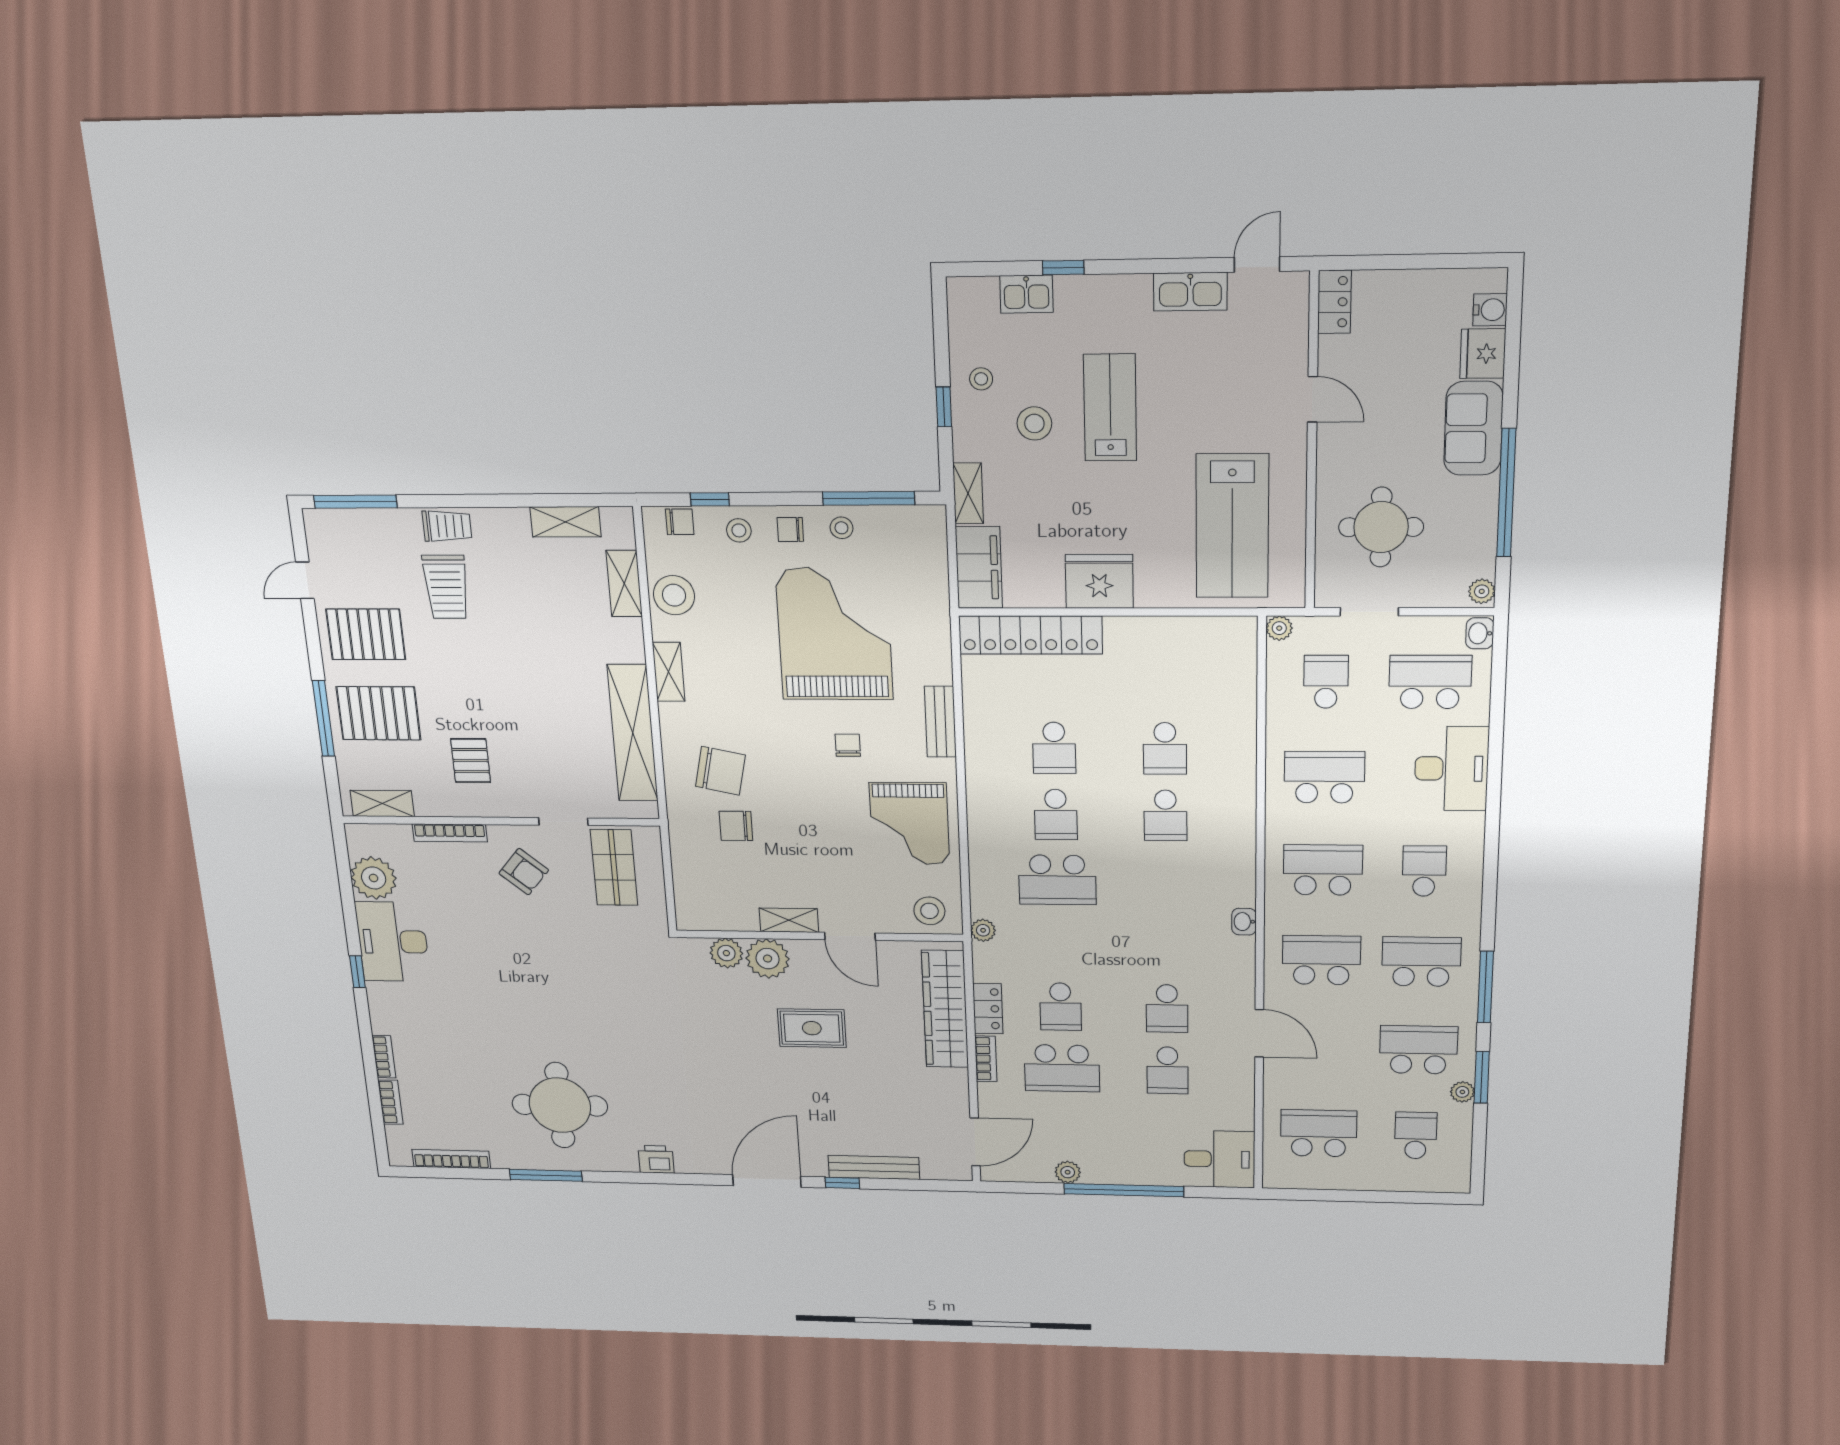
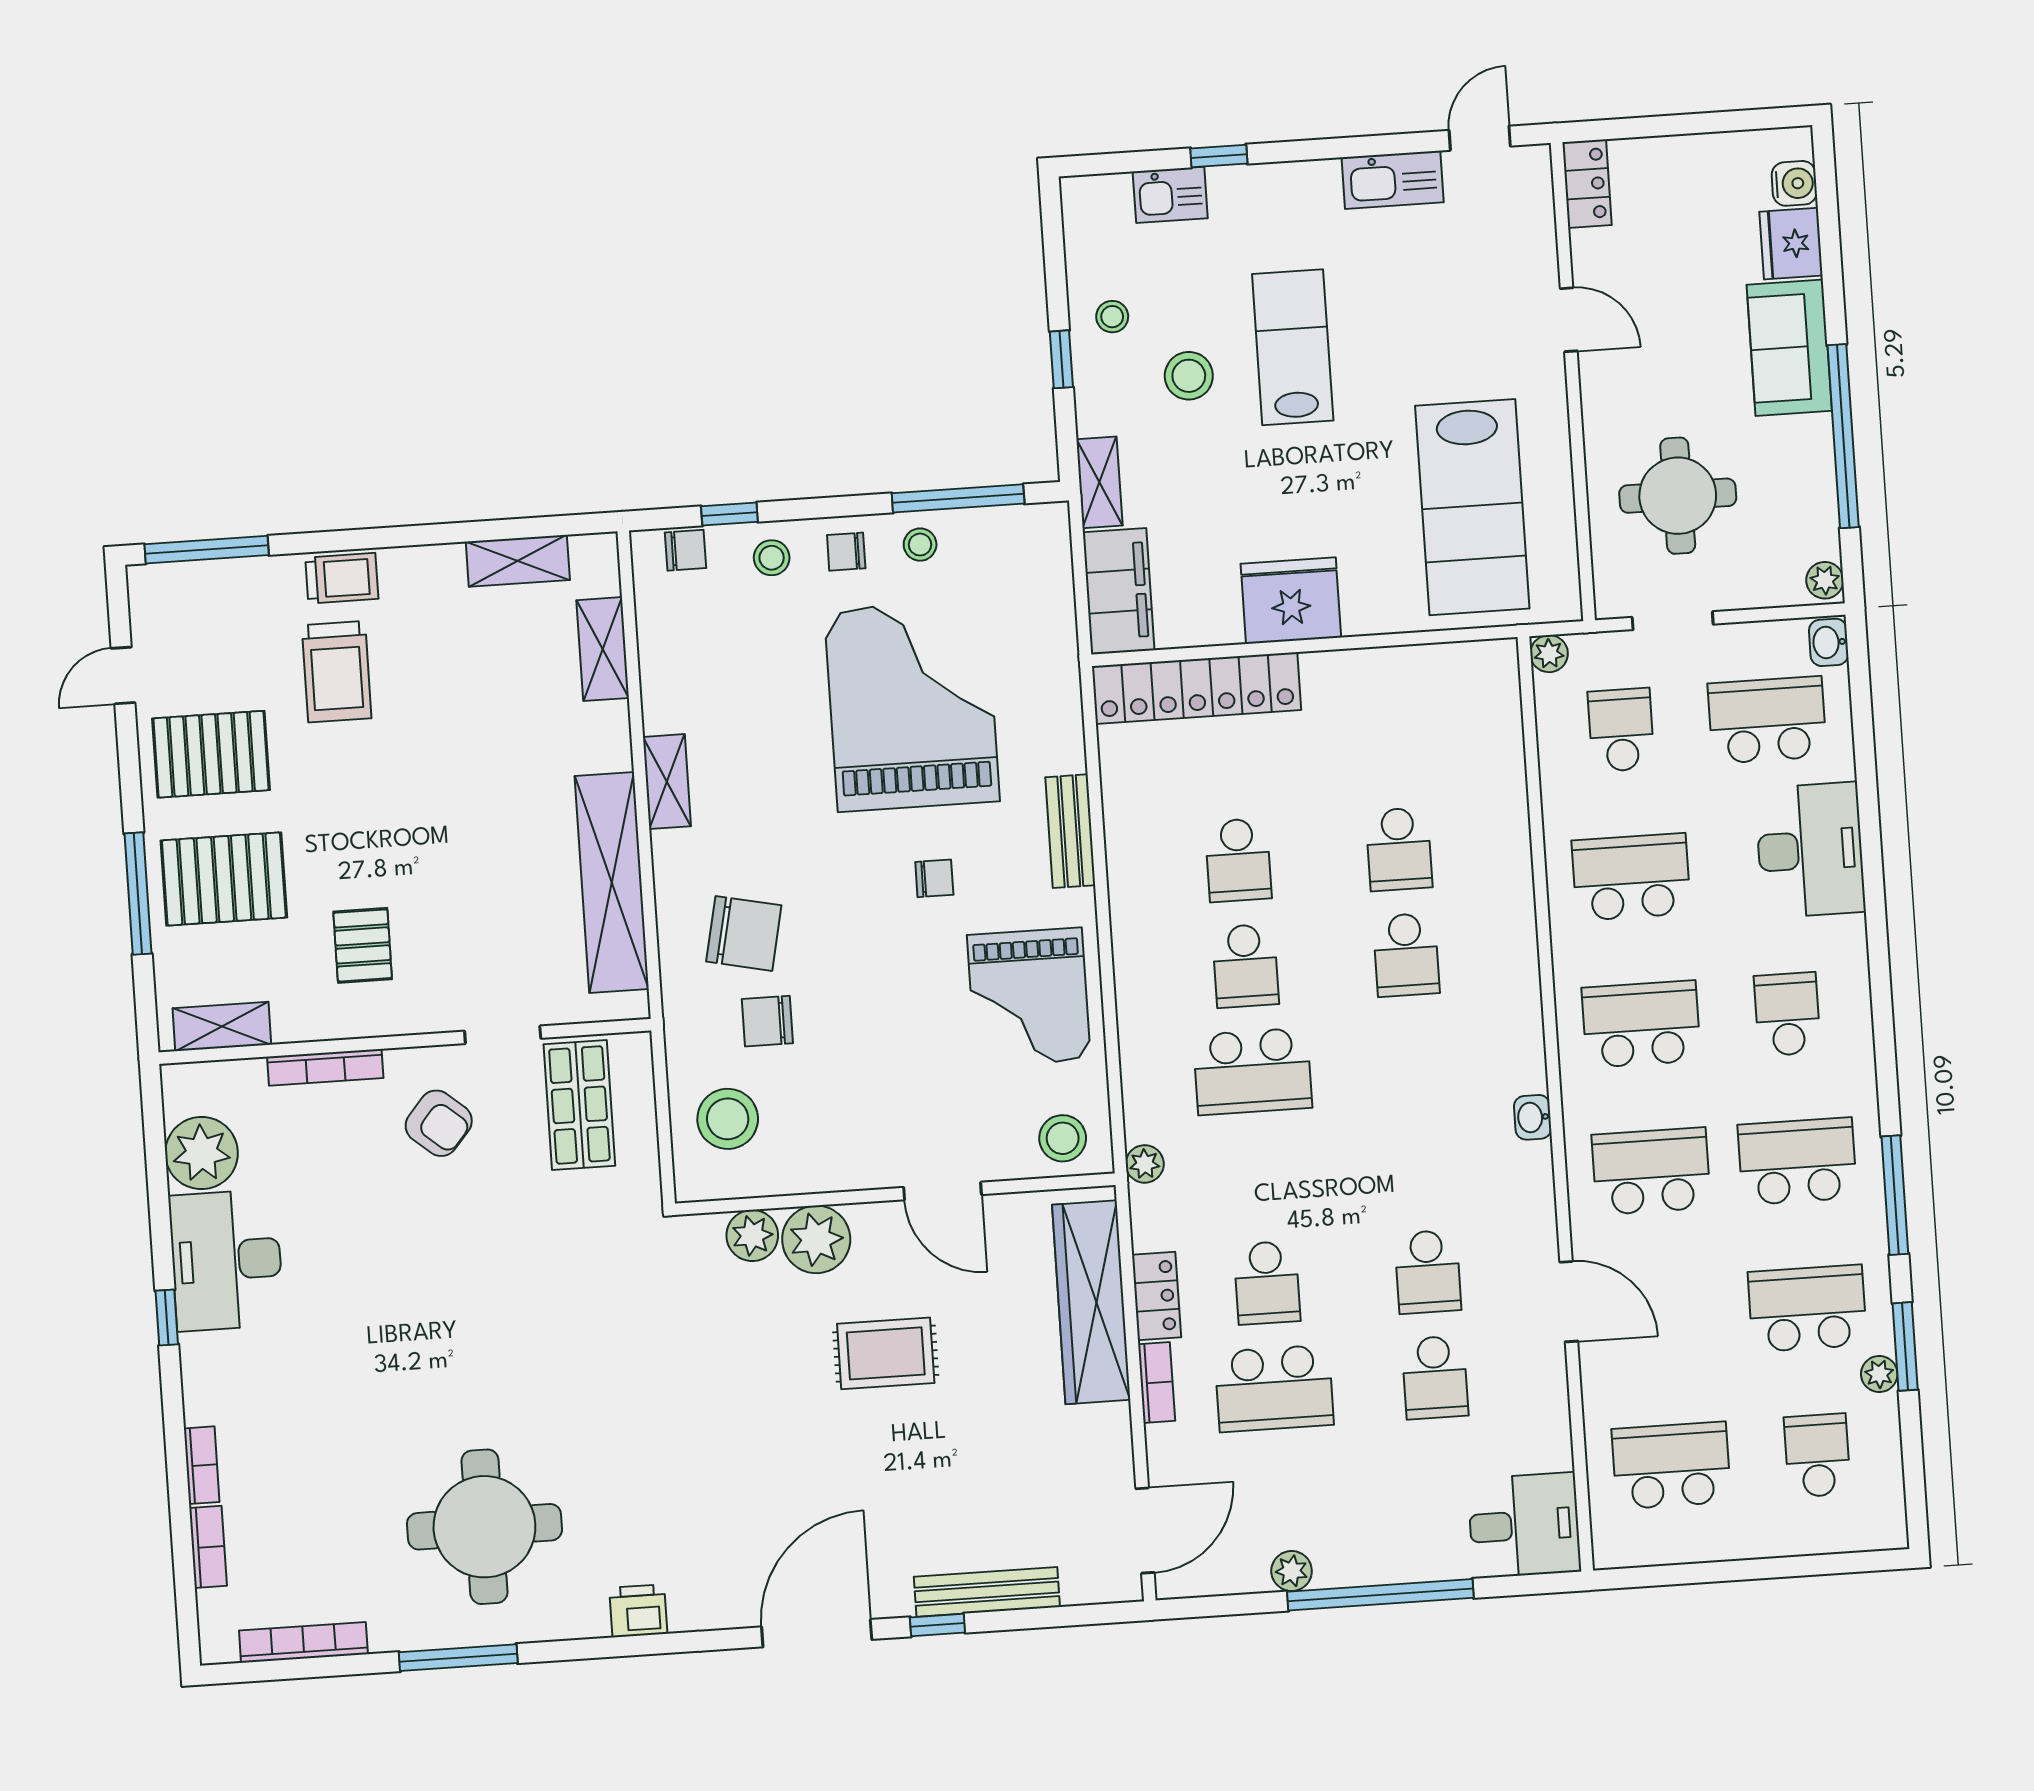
stool: (674, 595) -> (728, 1119), moved
chair: (848, 745) -> (934, 878), turned 90
shelving: (789, 920) -> (849, 1172), removed

